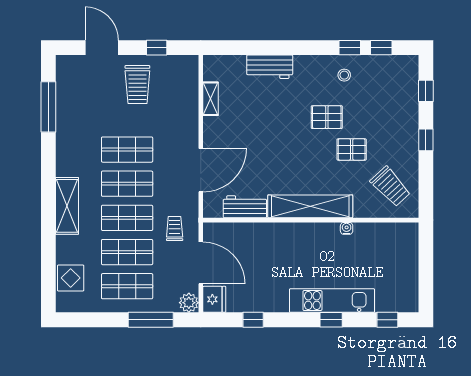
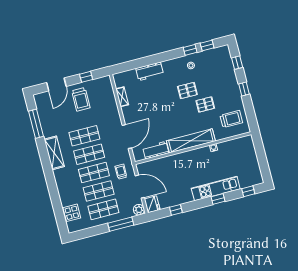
door: (102, 48) -> (56, 84), swing flipped
trolley: (390, 187) -> (231, 119), turned -47
shelving: (67, 206) -> (54, 153), moved

